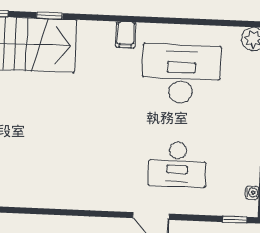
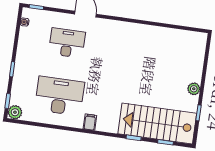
desk: (181, 74) -> (60, 96), turned 180

